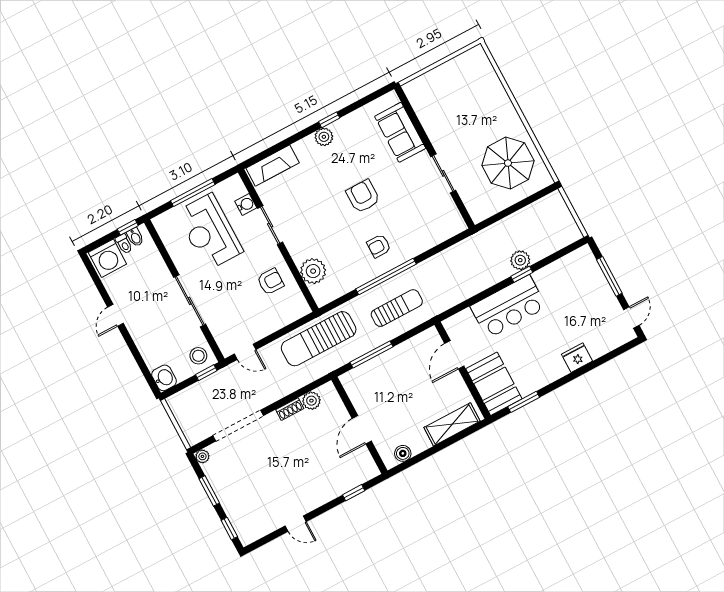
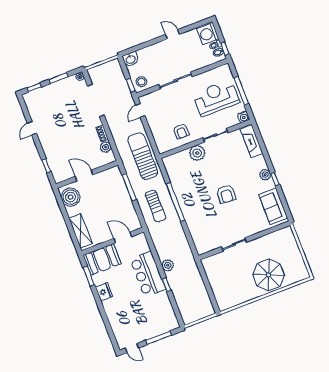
sofa: (400, 132) -> (273, 206), moved, turned -90
parasol: (508, 163) -> (268, 275), moved
armchair: (363, 196) -> (226, 194), turned 94
water cooler: (246, 204) -> (243, 117), moved
armchair: (379, 246) -> (195, 200), removed
plant: (520, 260) -> (168, 265), moved
plant: (313, 271) -> (197, 153), moved
fridge: (577, 358) -> (104, 292), moved
boiler: (403, 453) -> (71, 197), width x1.86, depth x1.86

